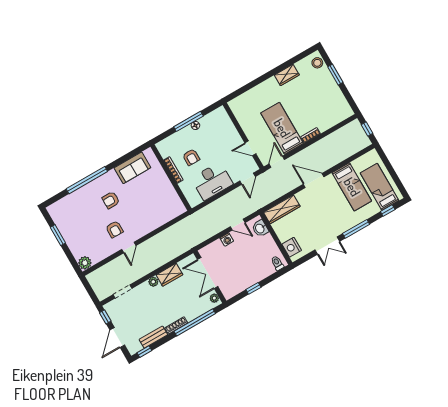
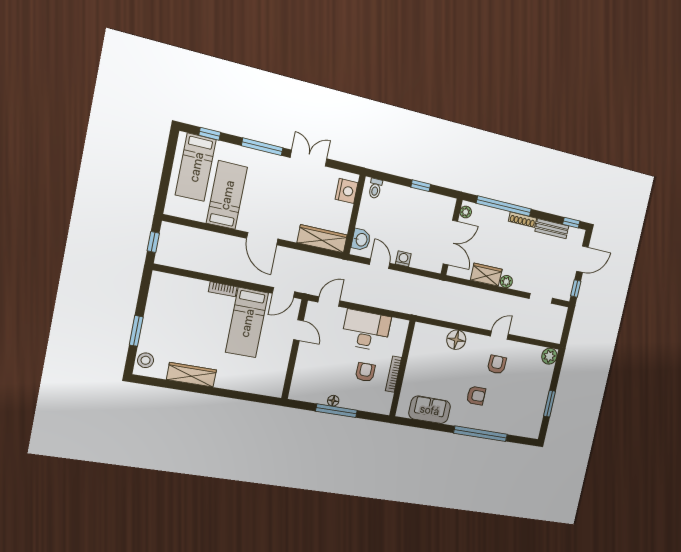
wardrobe: (287, 75) -> (192, 375), width x1.50
floor lamp: (153, 222) -> (456, 340), added

